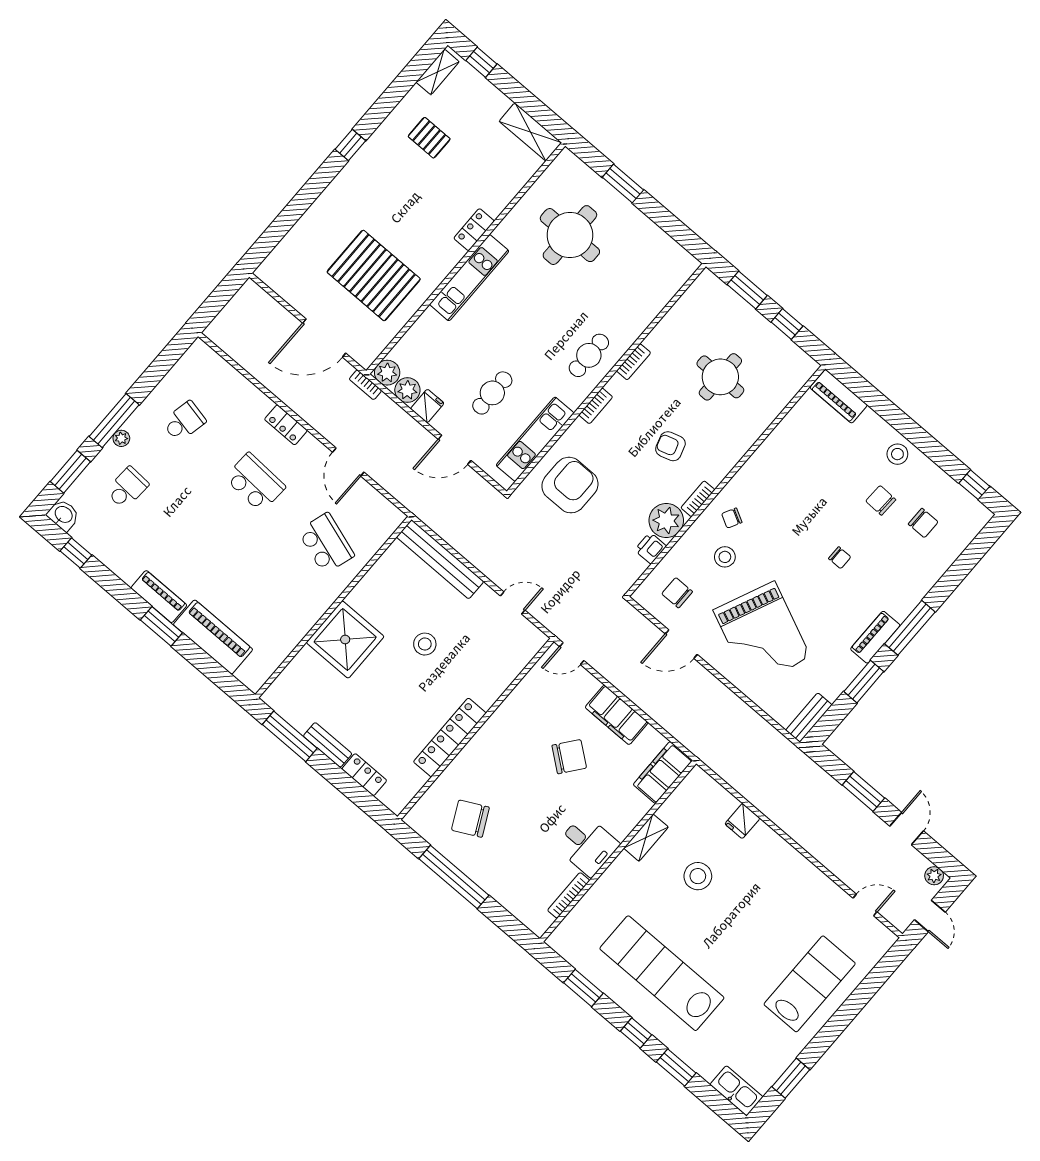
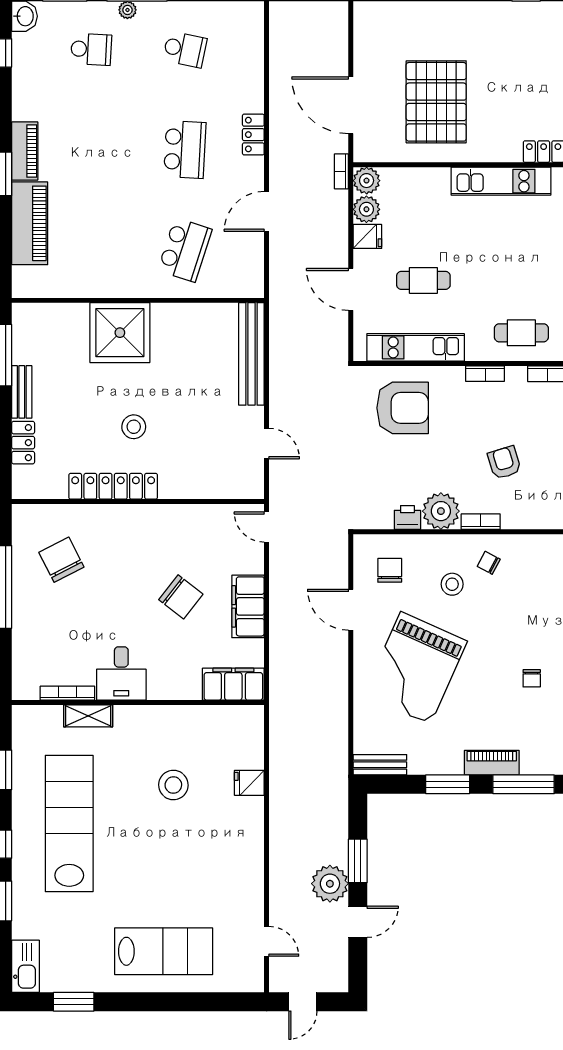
stool: (425, 644) -> (134, 427), moved
shelving: (646, 838) -> (88, 716), moved
plant: (934, 876) -> (330, 884), moved, width x1.87, depth x1.87

